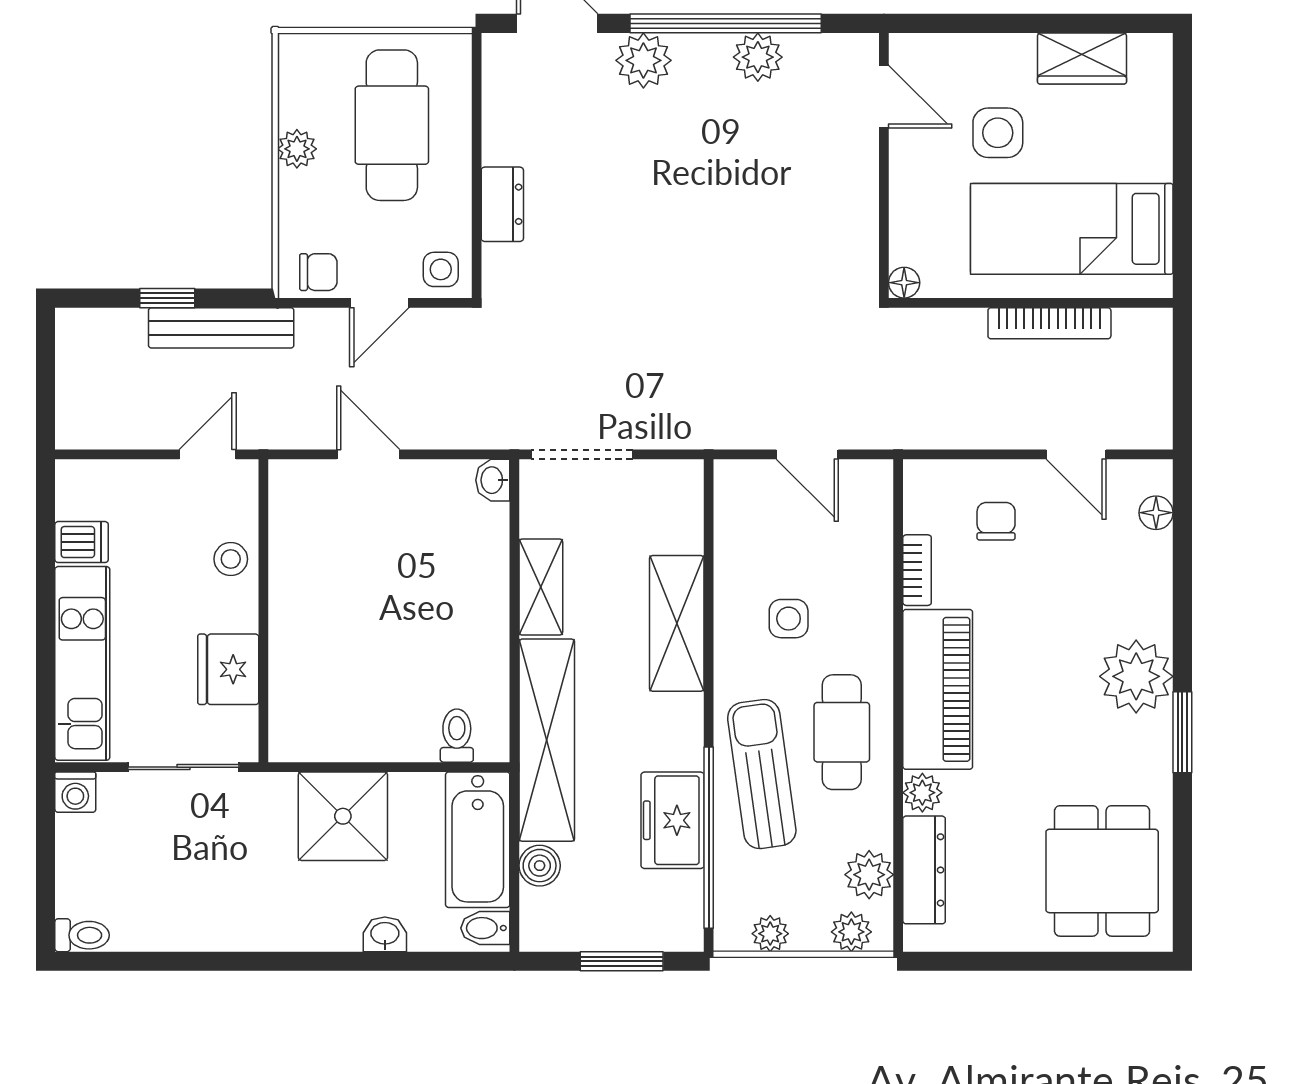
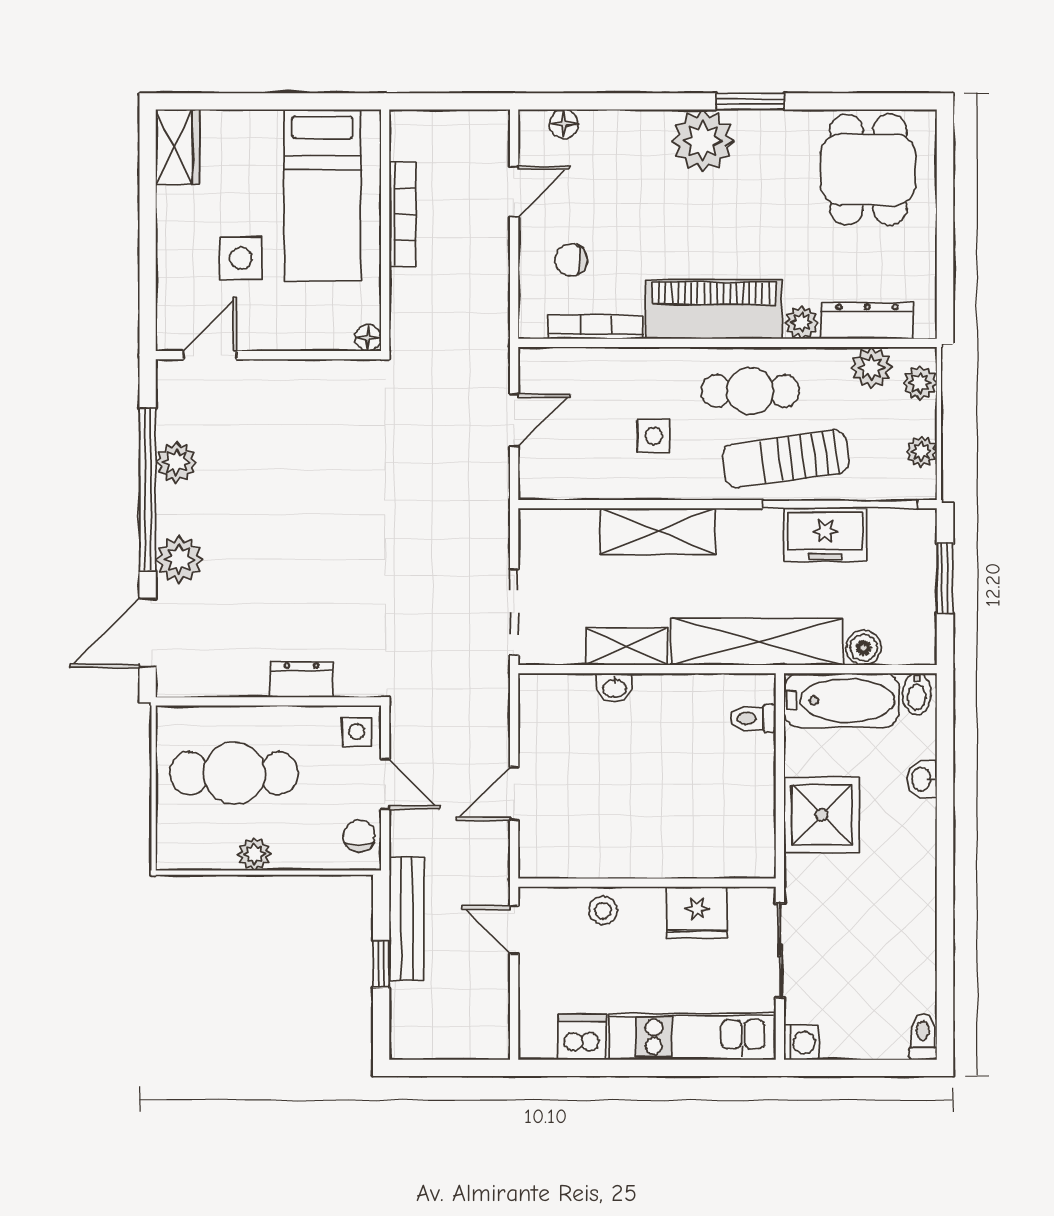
wardrobe: (1082, 59) -> (178, 147), moved
washbasin: (493, 480) -> (614, 688), moved
dishwasher: (82, 542) -> (582, 1037), width x1.38
bookcase: (917, 570) -> (596, 327), width x1.56
dining table: (1102, 871) -> (868, 170), turned 90

